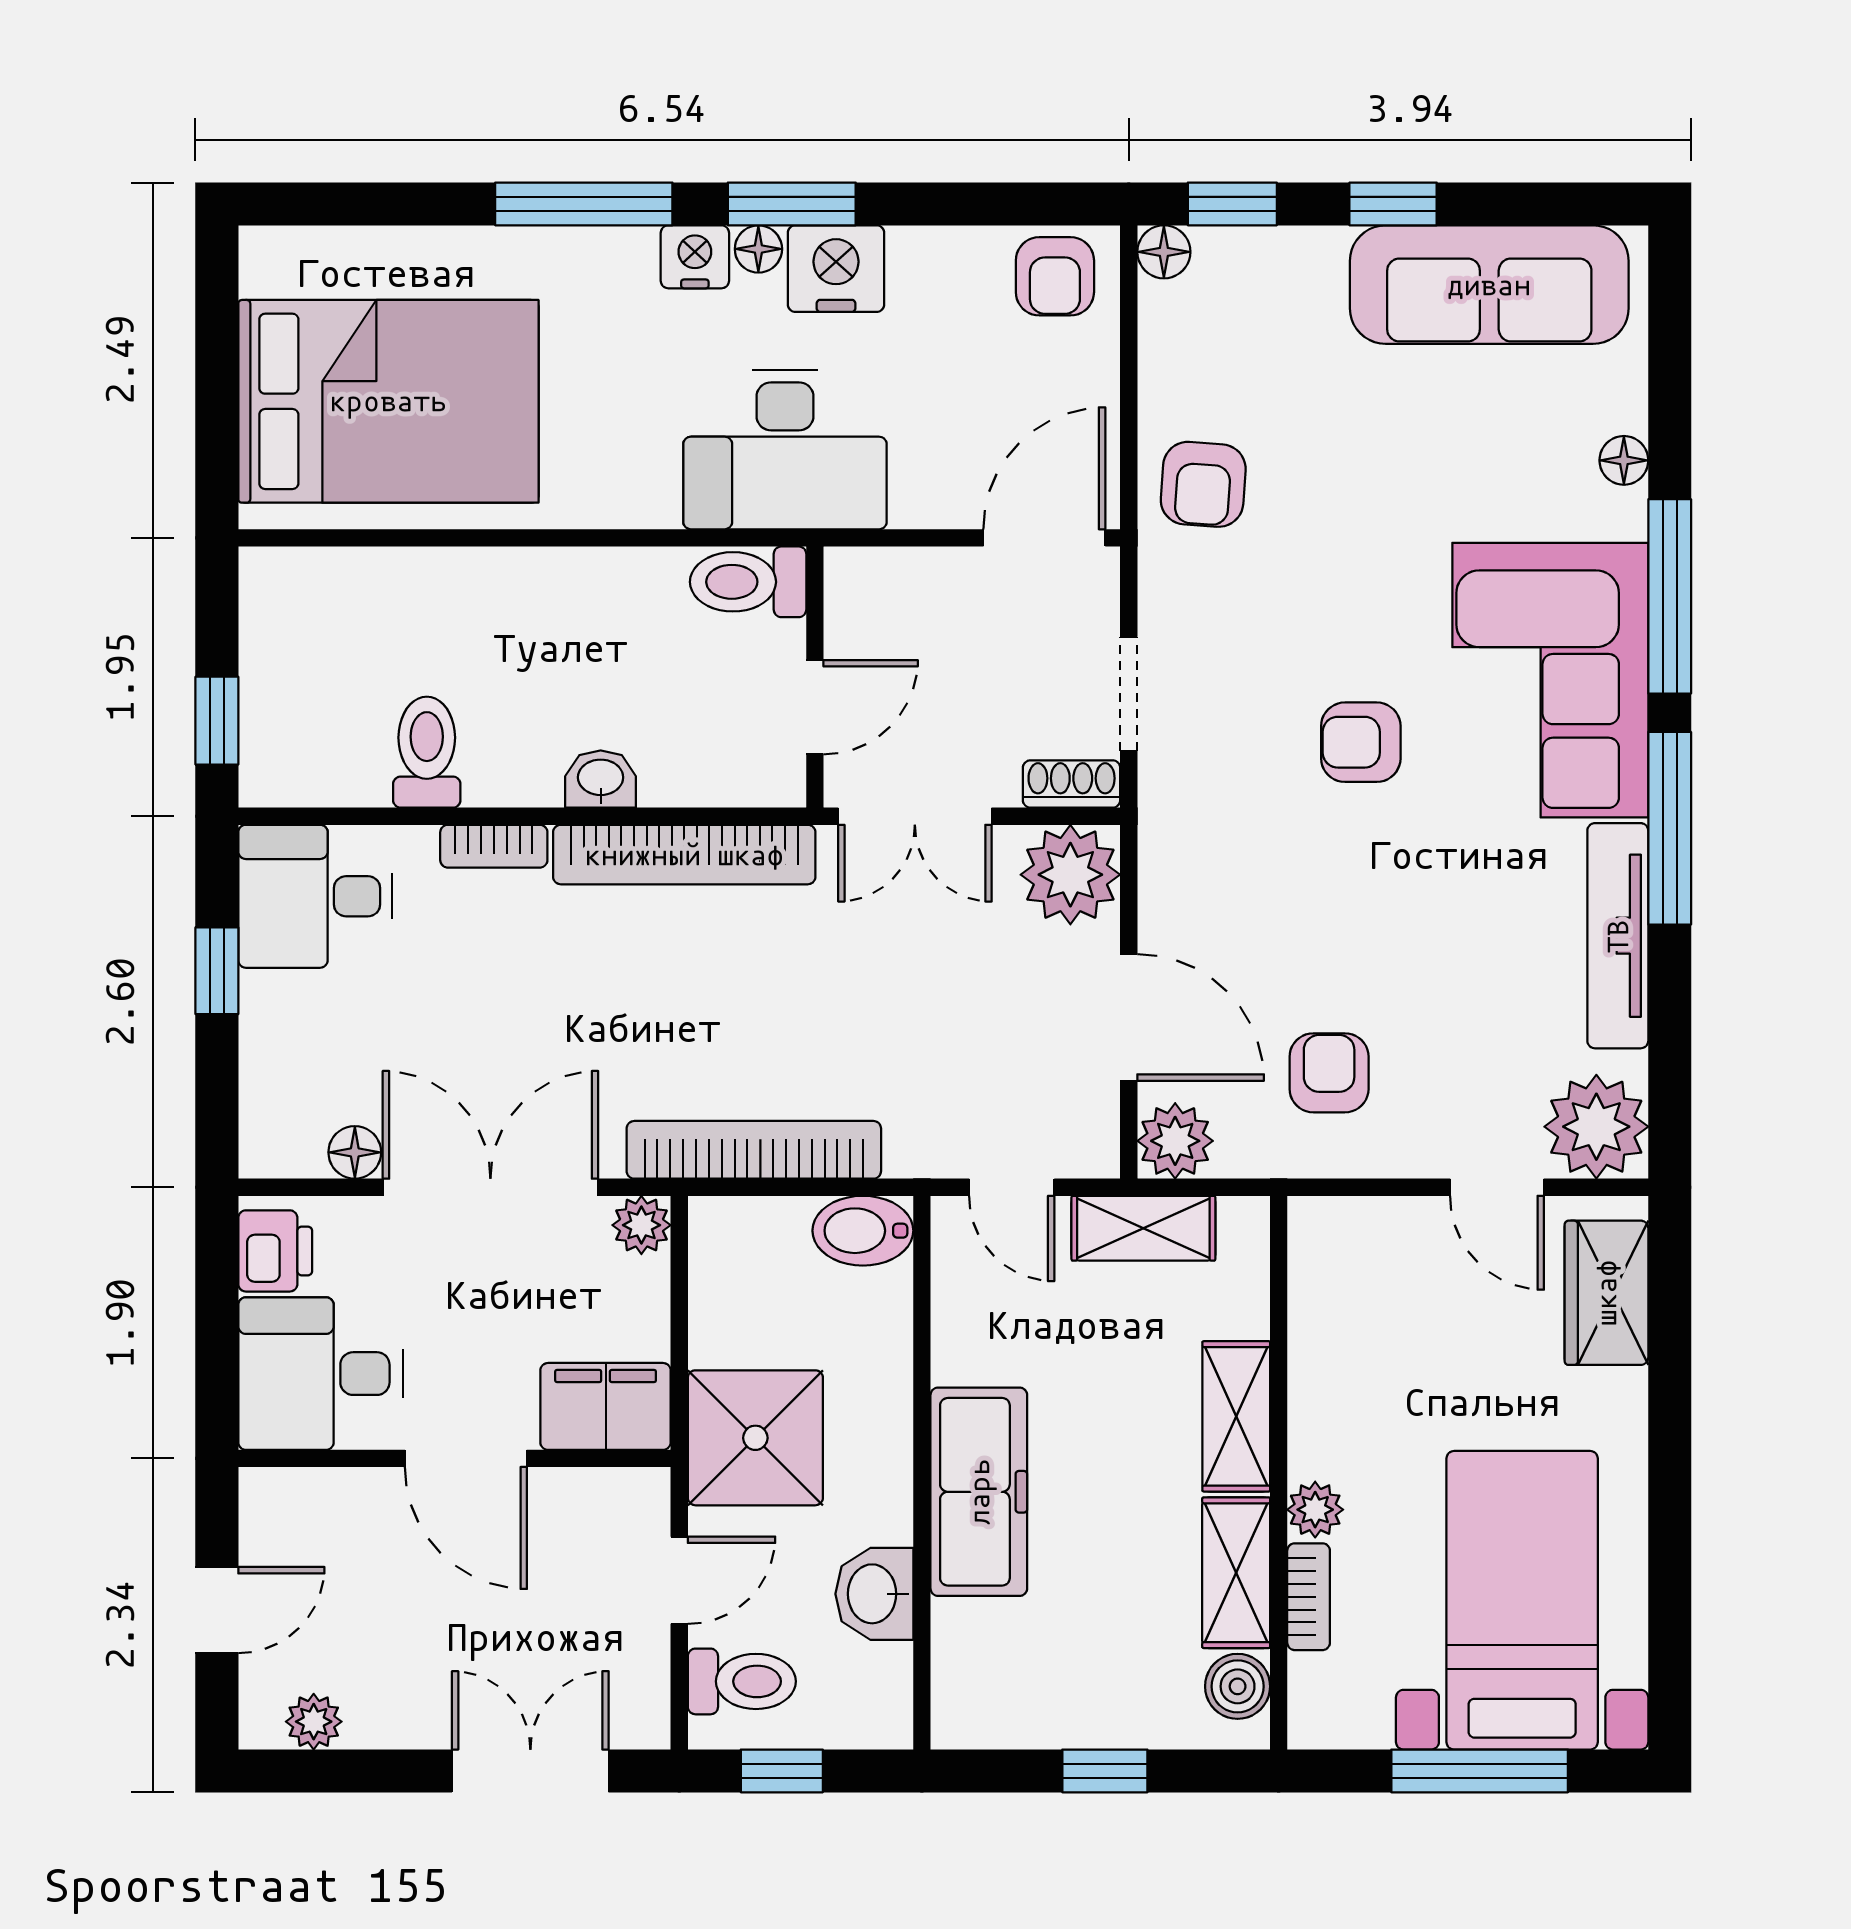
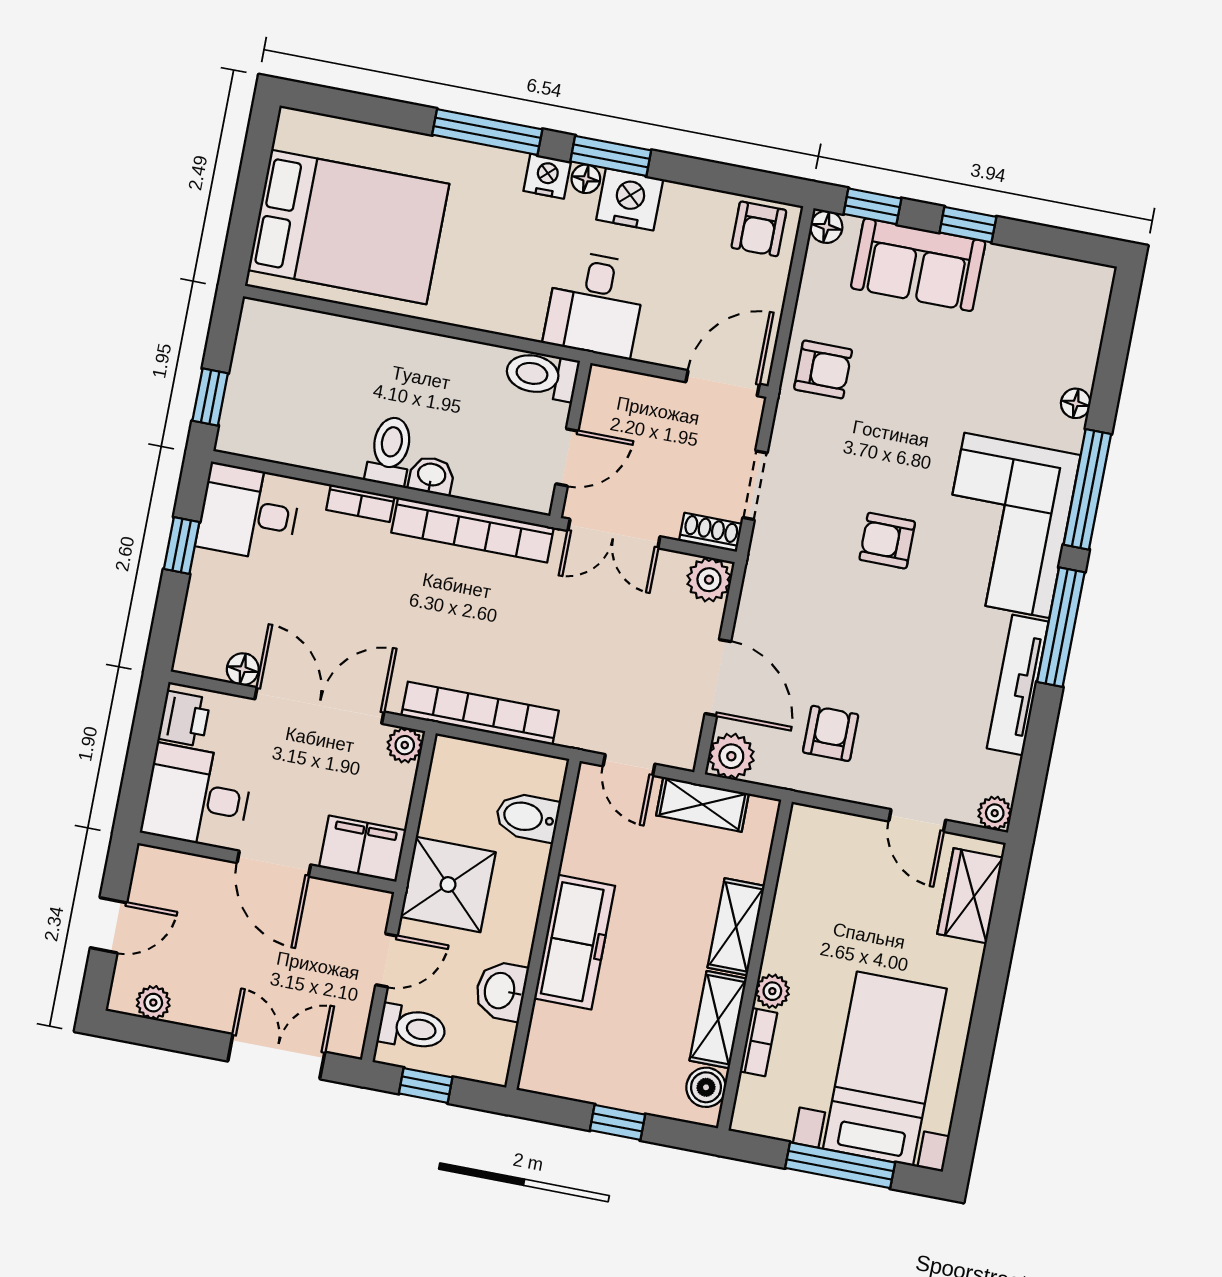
sofa: (1489, 285) -> (918, 265), moved, width x0.73
desk: (785, 449) -> (595, 304), width x0.73
armchair: (1203, 484) -> (823, 369), turned -94
toilet: (427, 752) -> (390, 451), moved
plant: (1070, 875) -> (709, 580), width x0.73, depth x0.73
plant: (1596, 1127) -> (995, 813), width x0.53, depth x0.53
bidet: (863, 1231) -> (527, 817), moved

